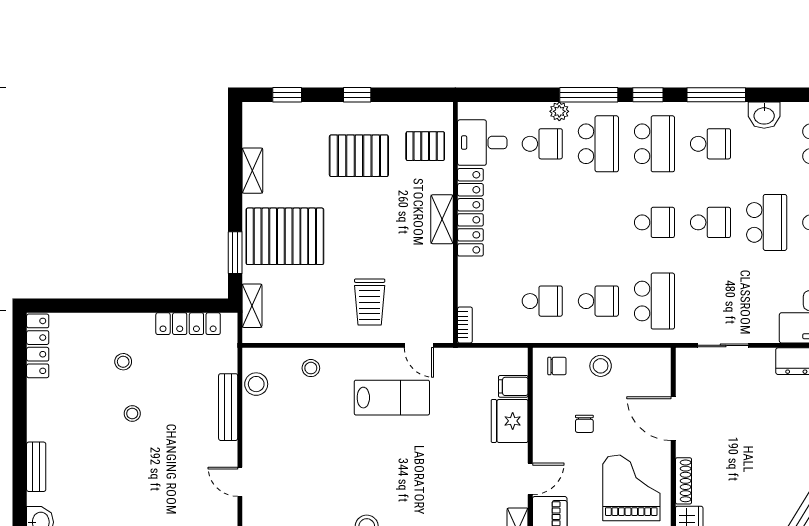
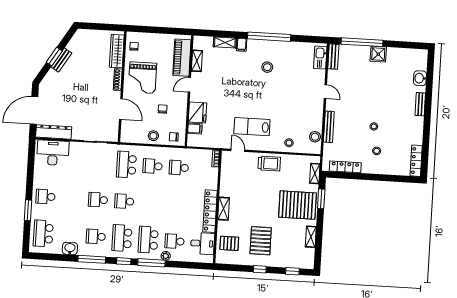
pallet: (359, 156) -> (261, 241), turned 90
school desk: (767, 222) -> (72, 198), removed
trolley: (370, 302) -> (269, 164), moved, turned 90

